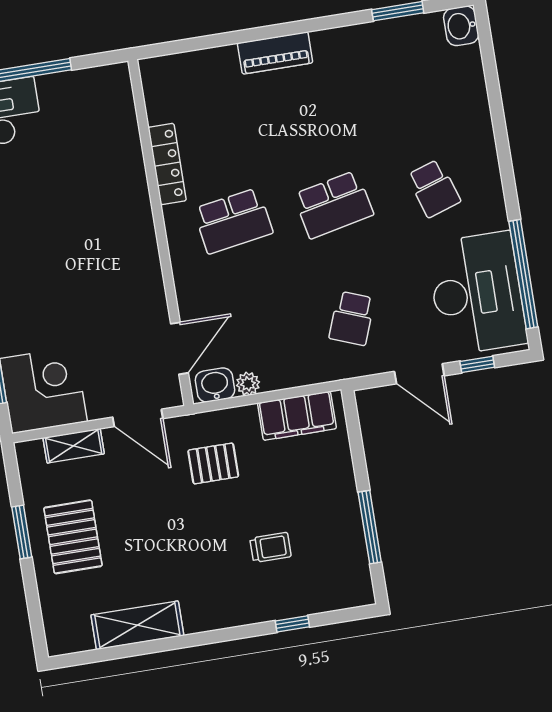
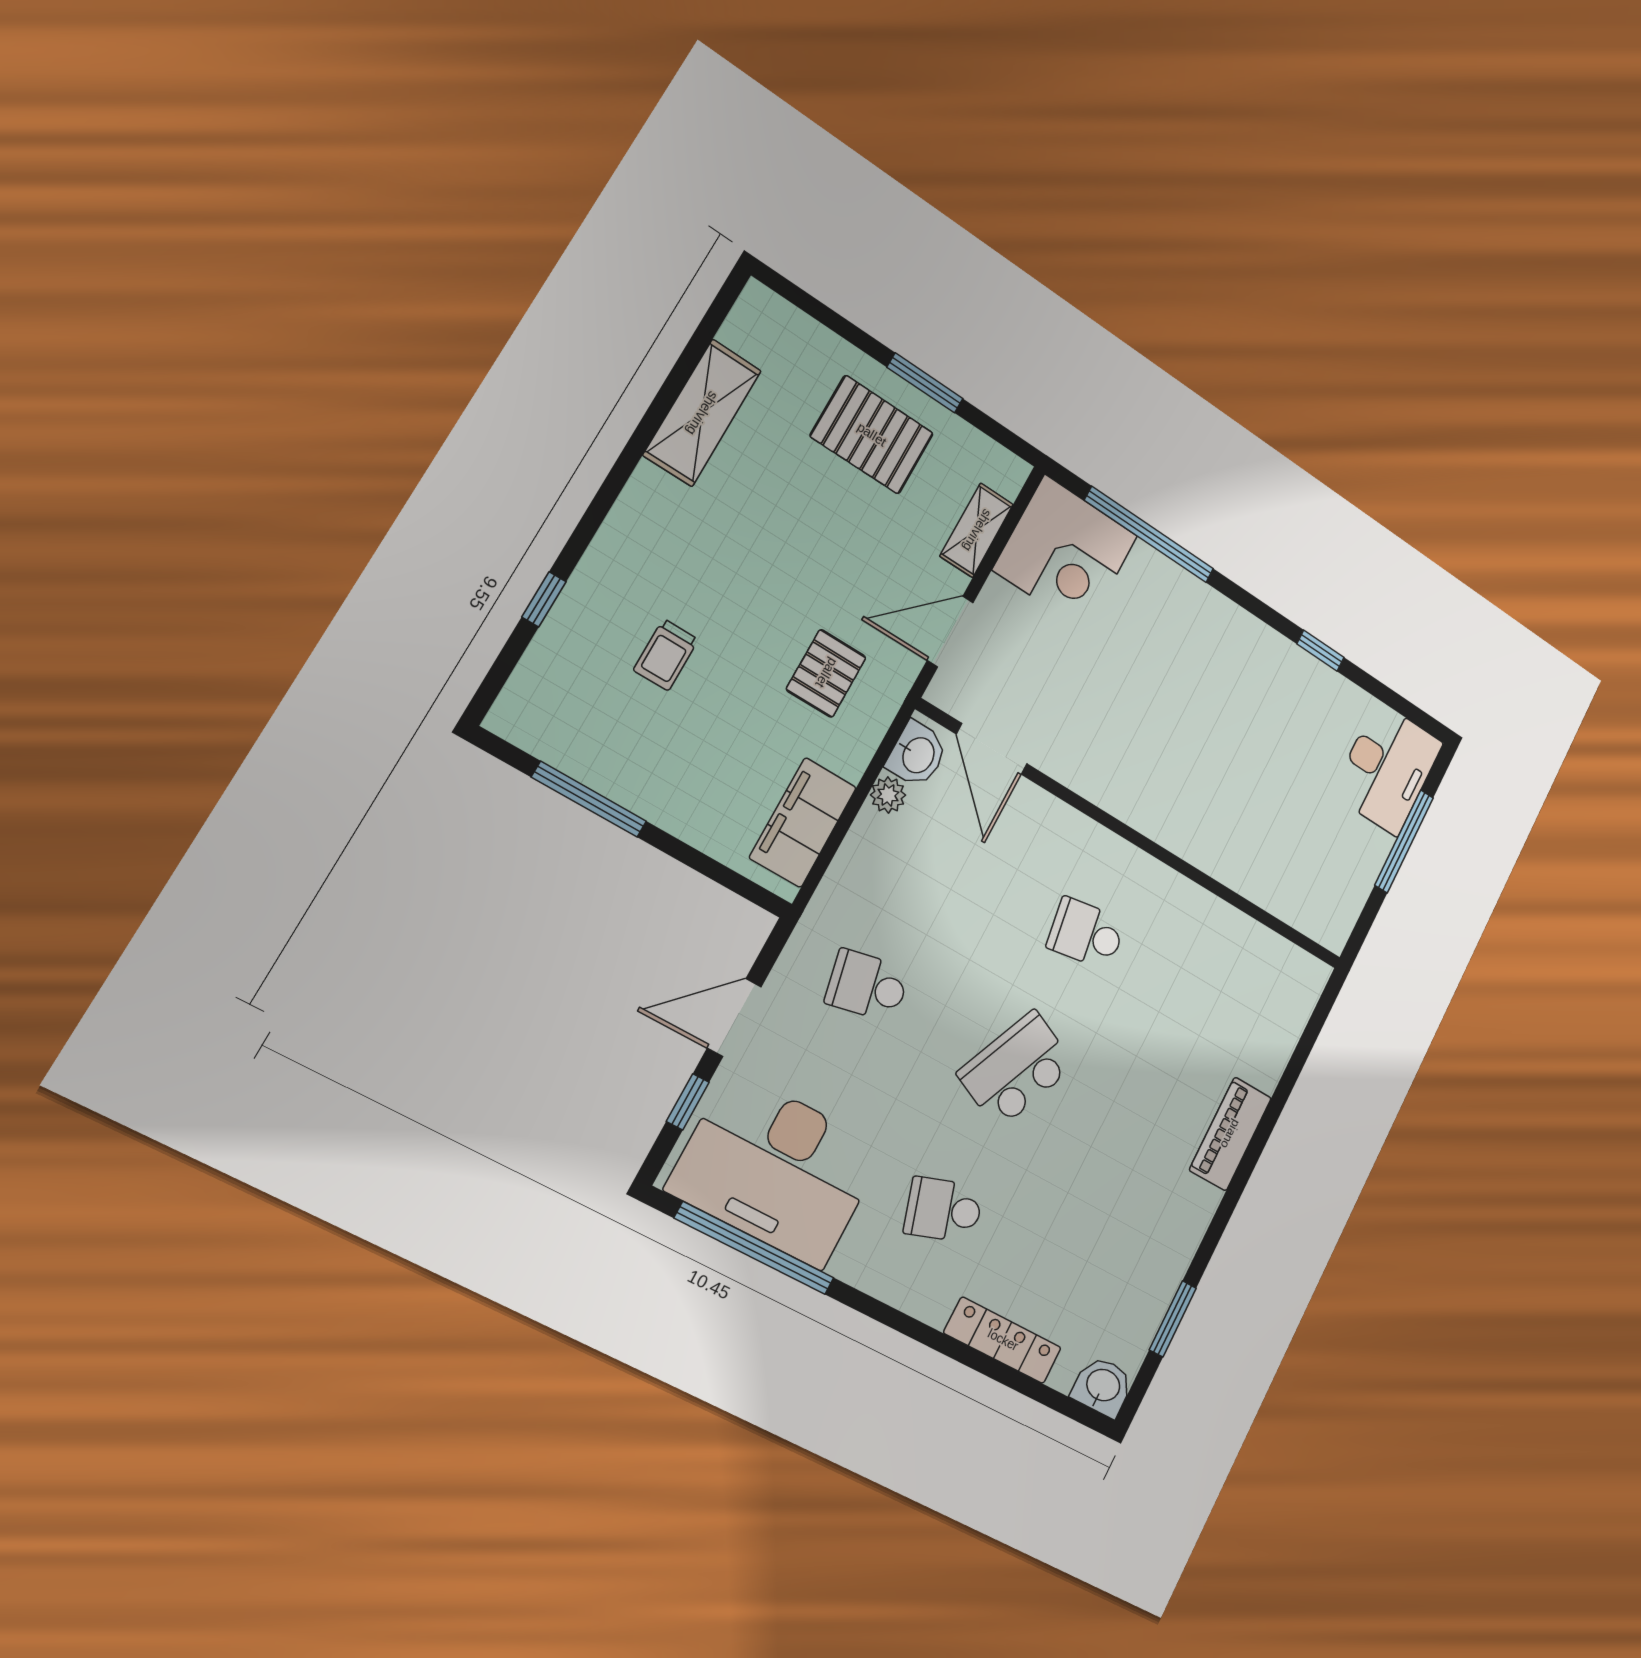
locker: (167, 164) -> (1003, 1340), moved, turned 180
school desk: (333, 205) -> (1016, 1069), turned 36
school desk: (233, 221) -> (1086, 934), width x0.54
school desk: (352, 318) -> (867, 986), turned -33

